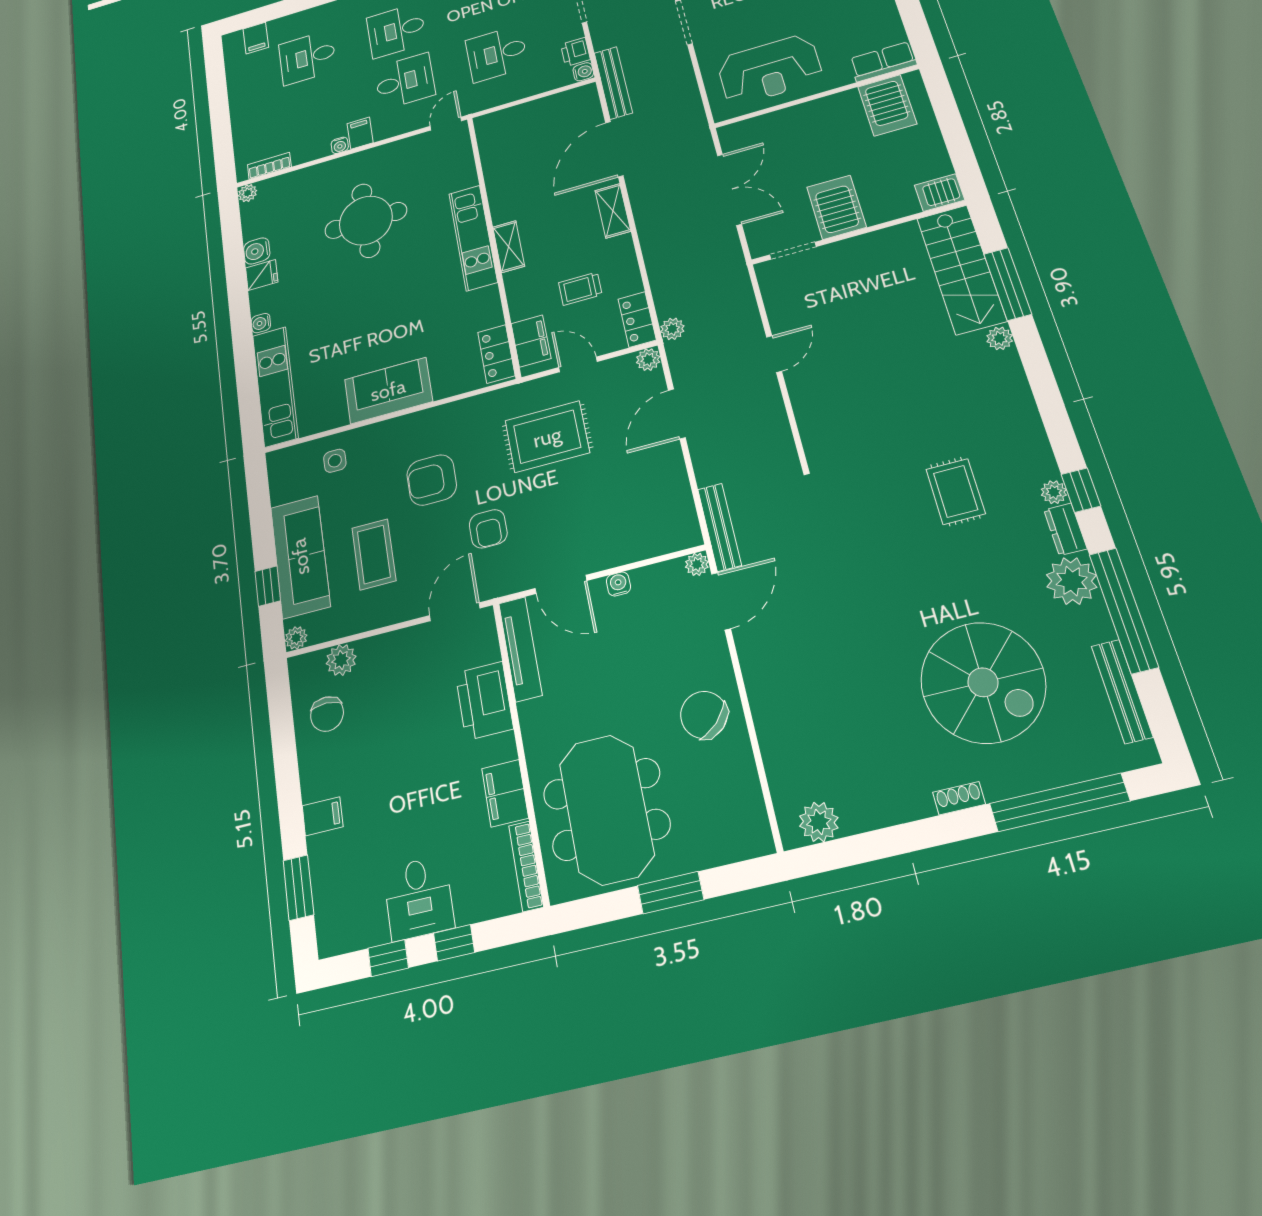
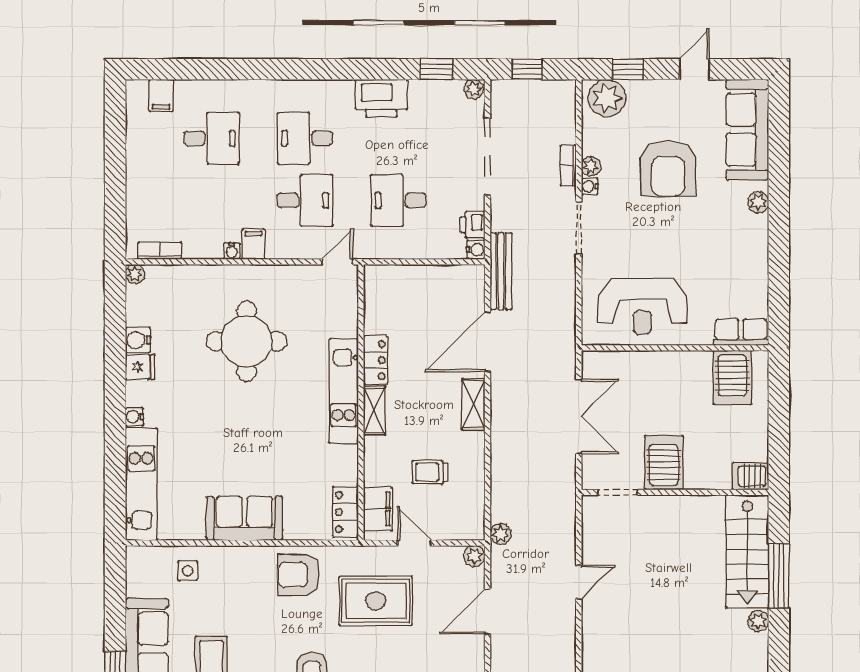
desk: (307, 58) -> (212, 138), turned 180
locker: (637, 320) -> (376, 360), moved, turned 180
armchair: (432, 480) -> (298, 575), moved

